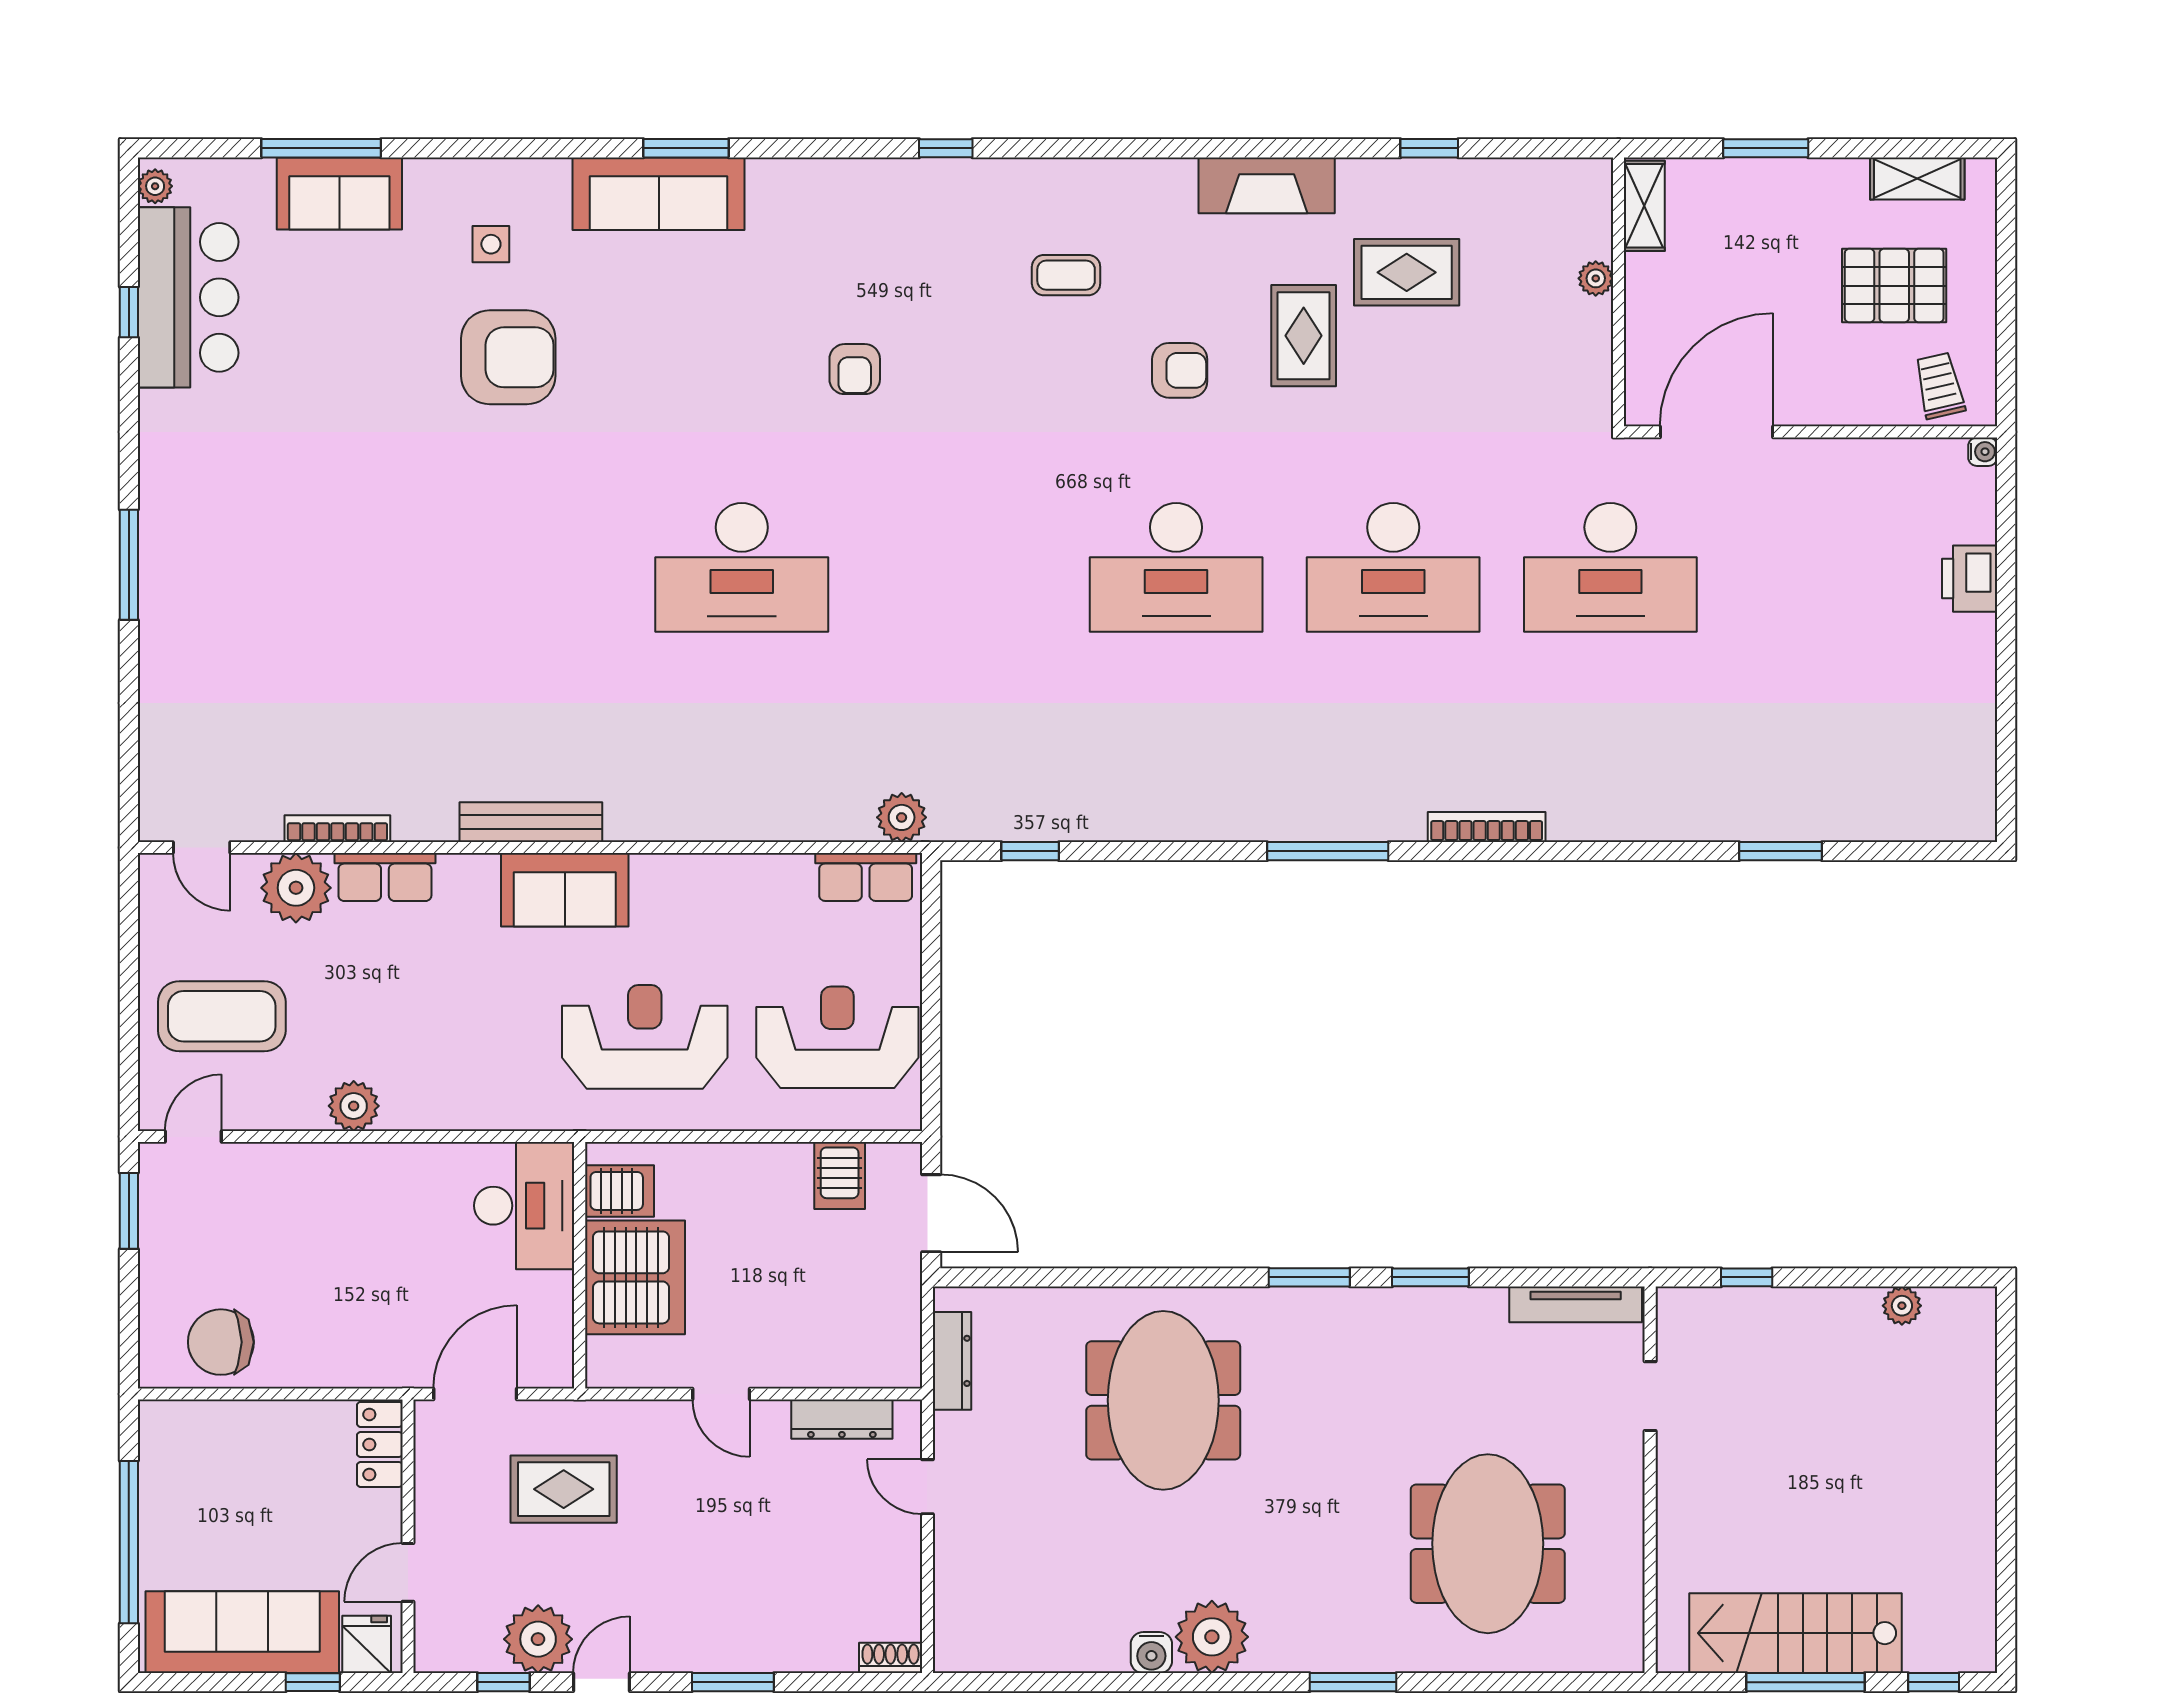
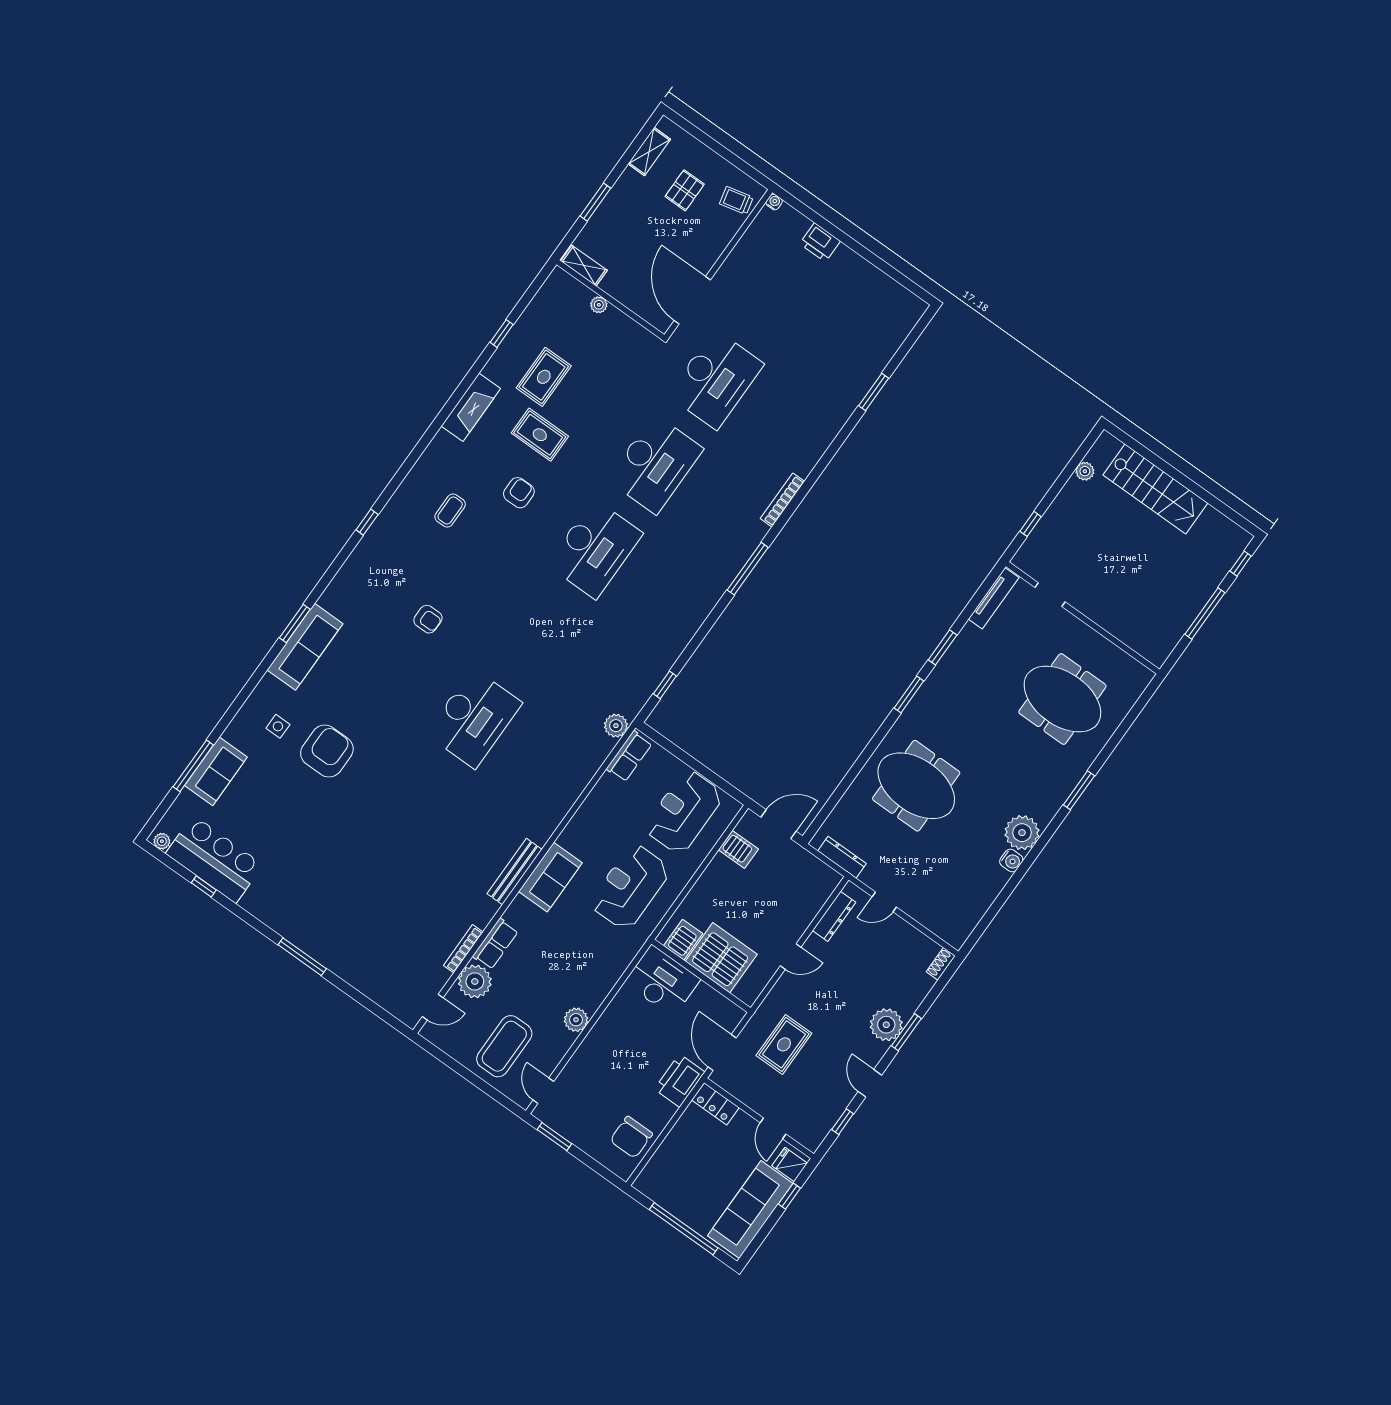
pallet: (1894, 286) -> (685, 190), width x0.67, depth x0.71
printer: (376, 1356) -> (680, 1081), added
stairs: (1796, 1633) -> (1155, 489), moved, turned -90
plant: (538, 1639) -> (886, 1025), moved

